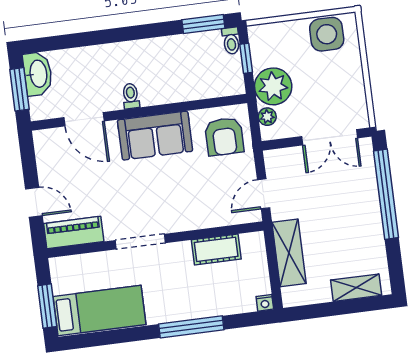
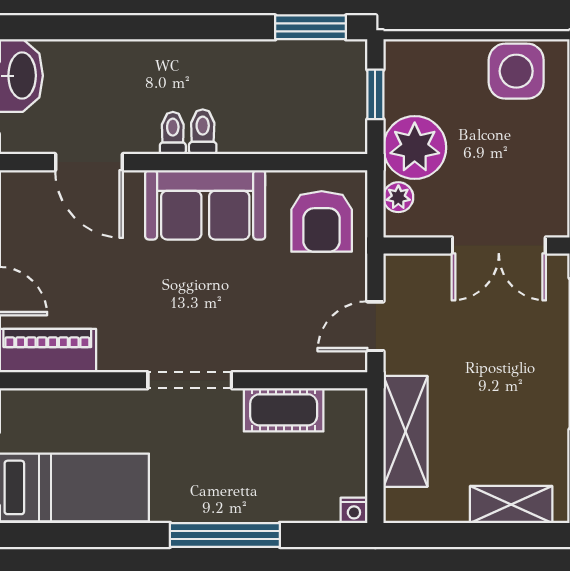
toilet: (231, 41) -> (203, 132), moved, turned 180
doorway: (140, 242) -> (190, 380), moved

